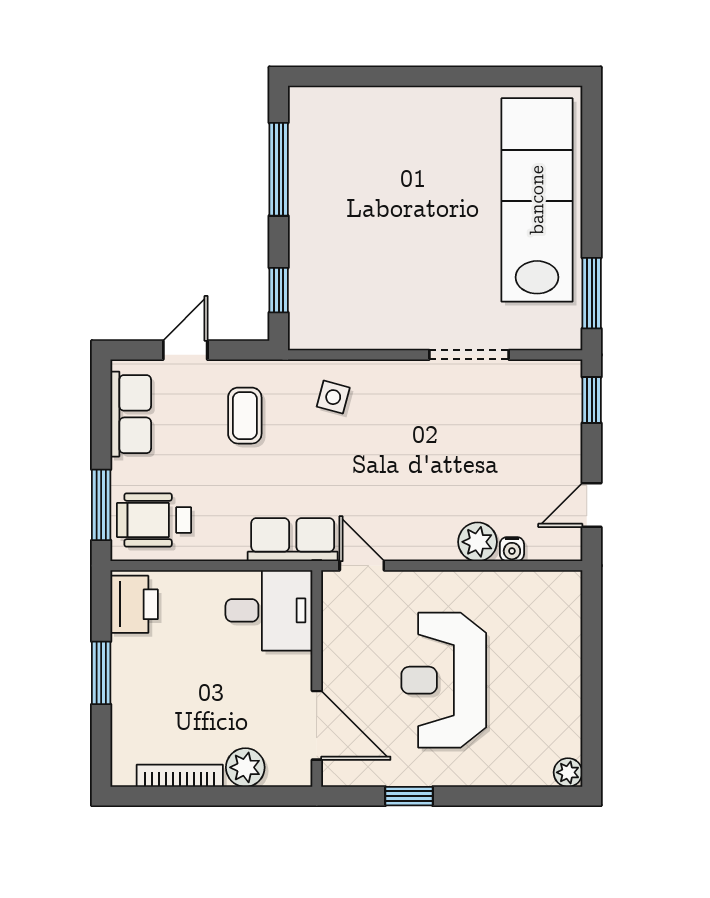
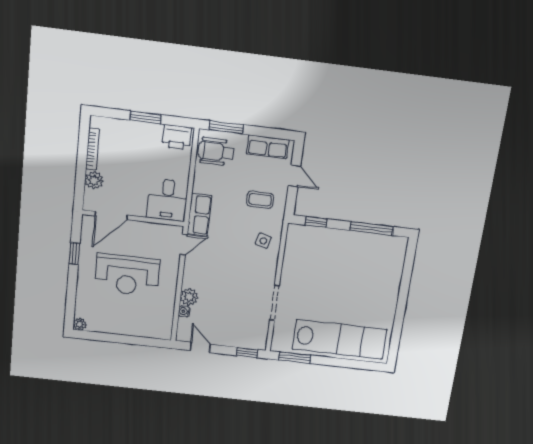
wheelchair: (154, 520) -> (216, 152), turned -90
reception desk: (444, 680) -> (127, 275), turned 180

